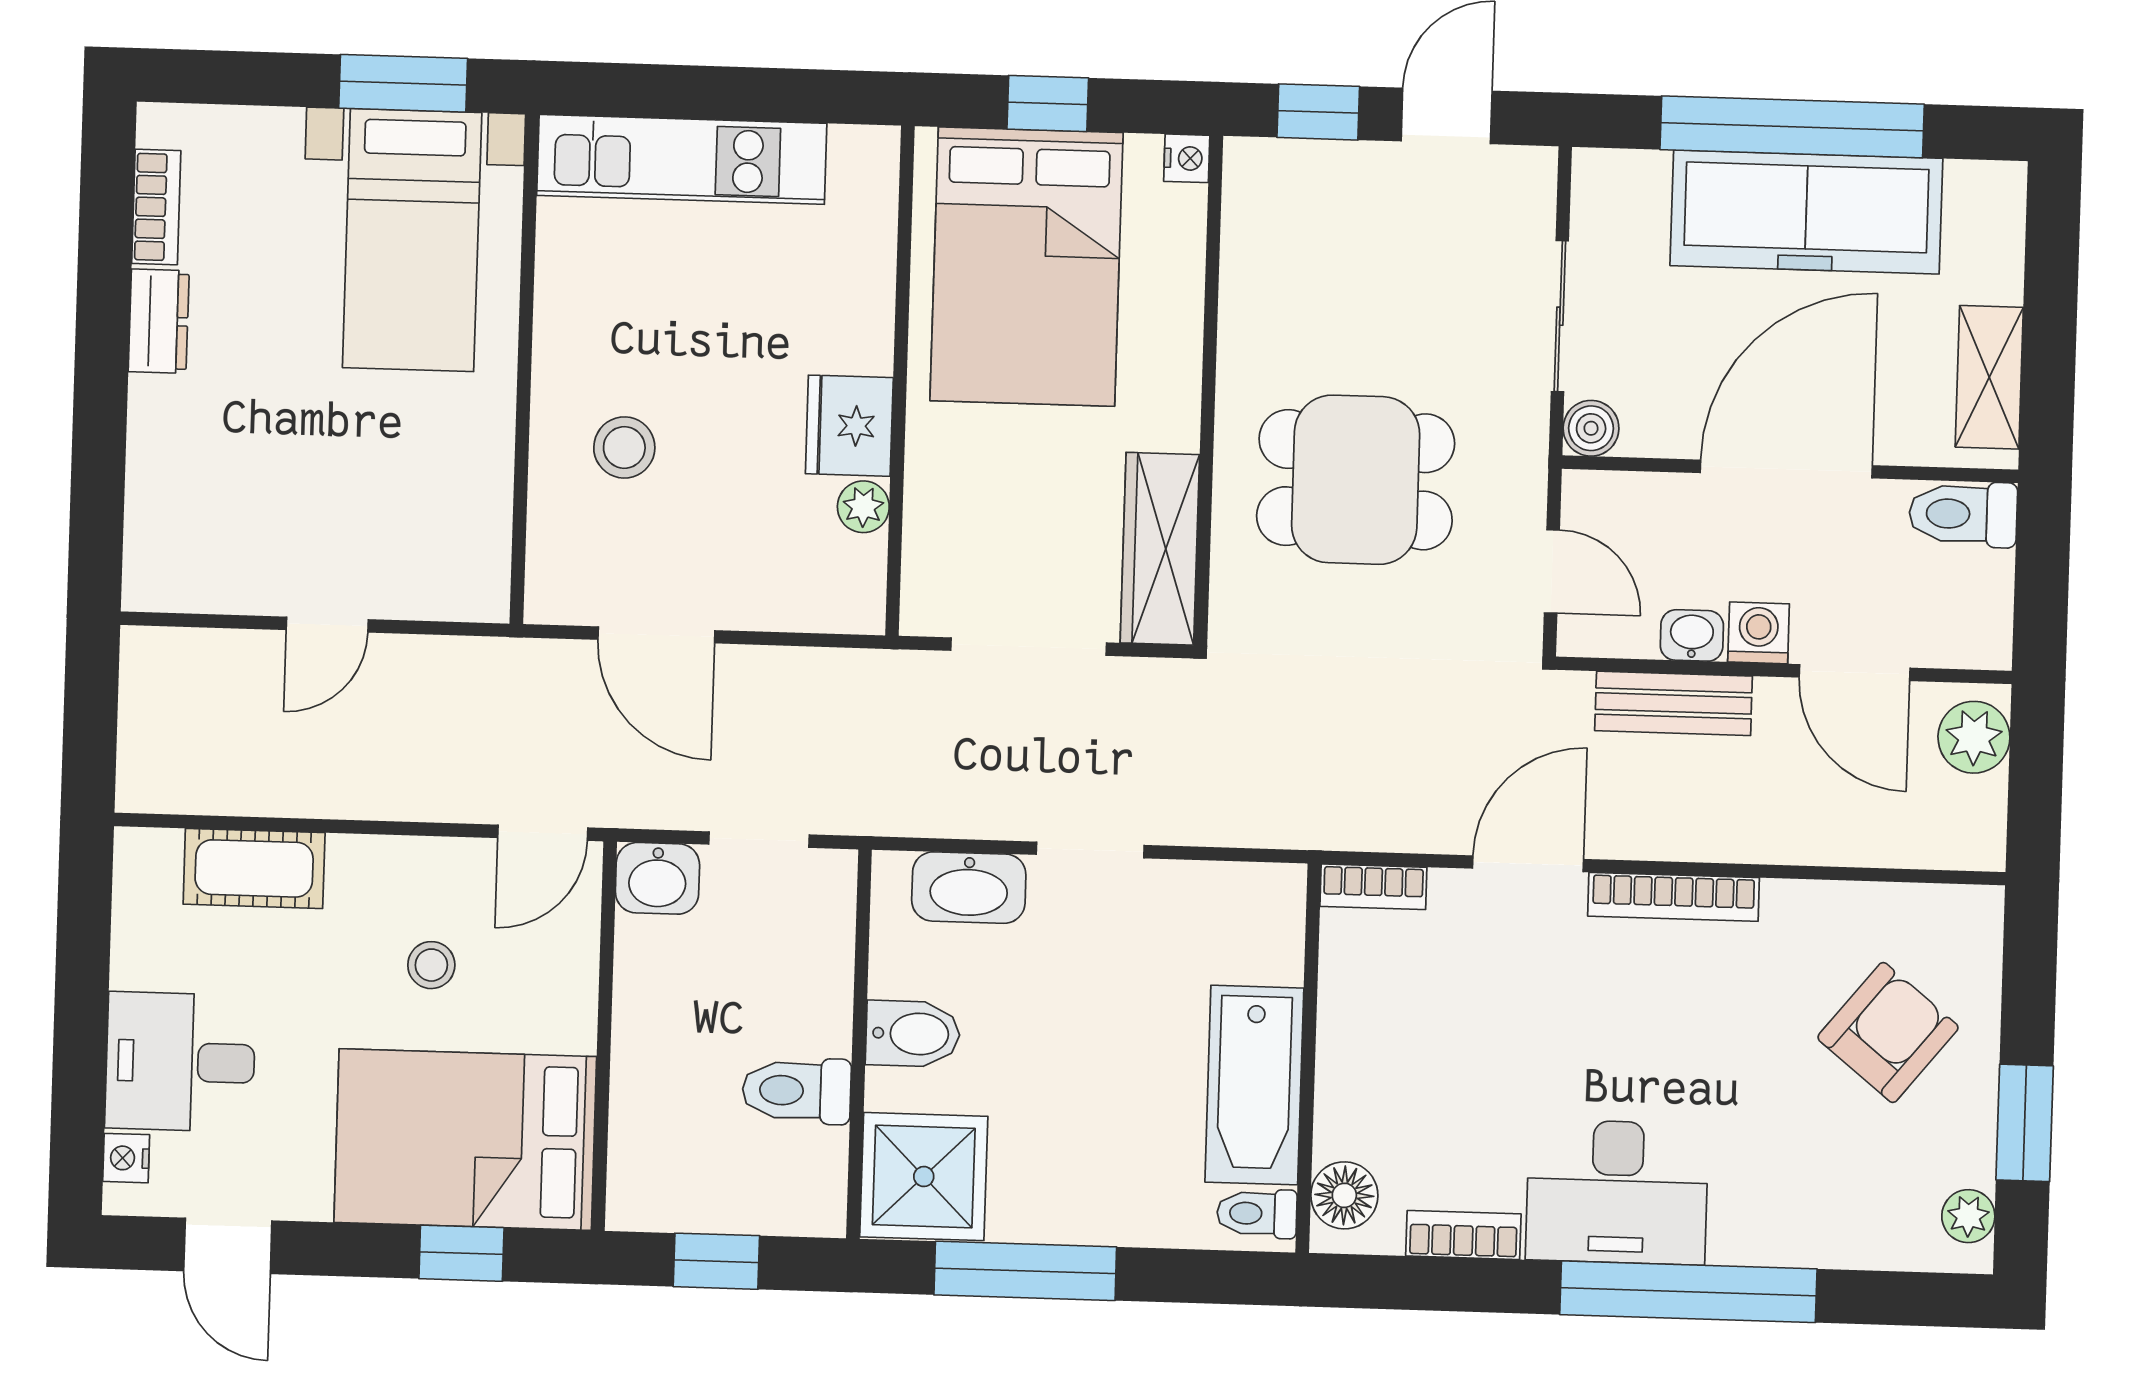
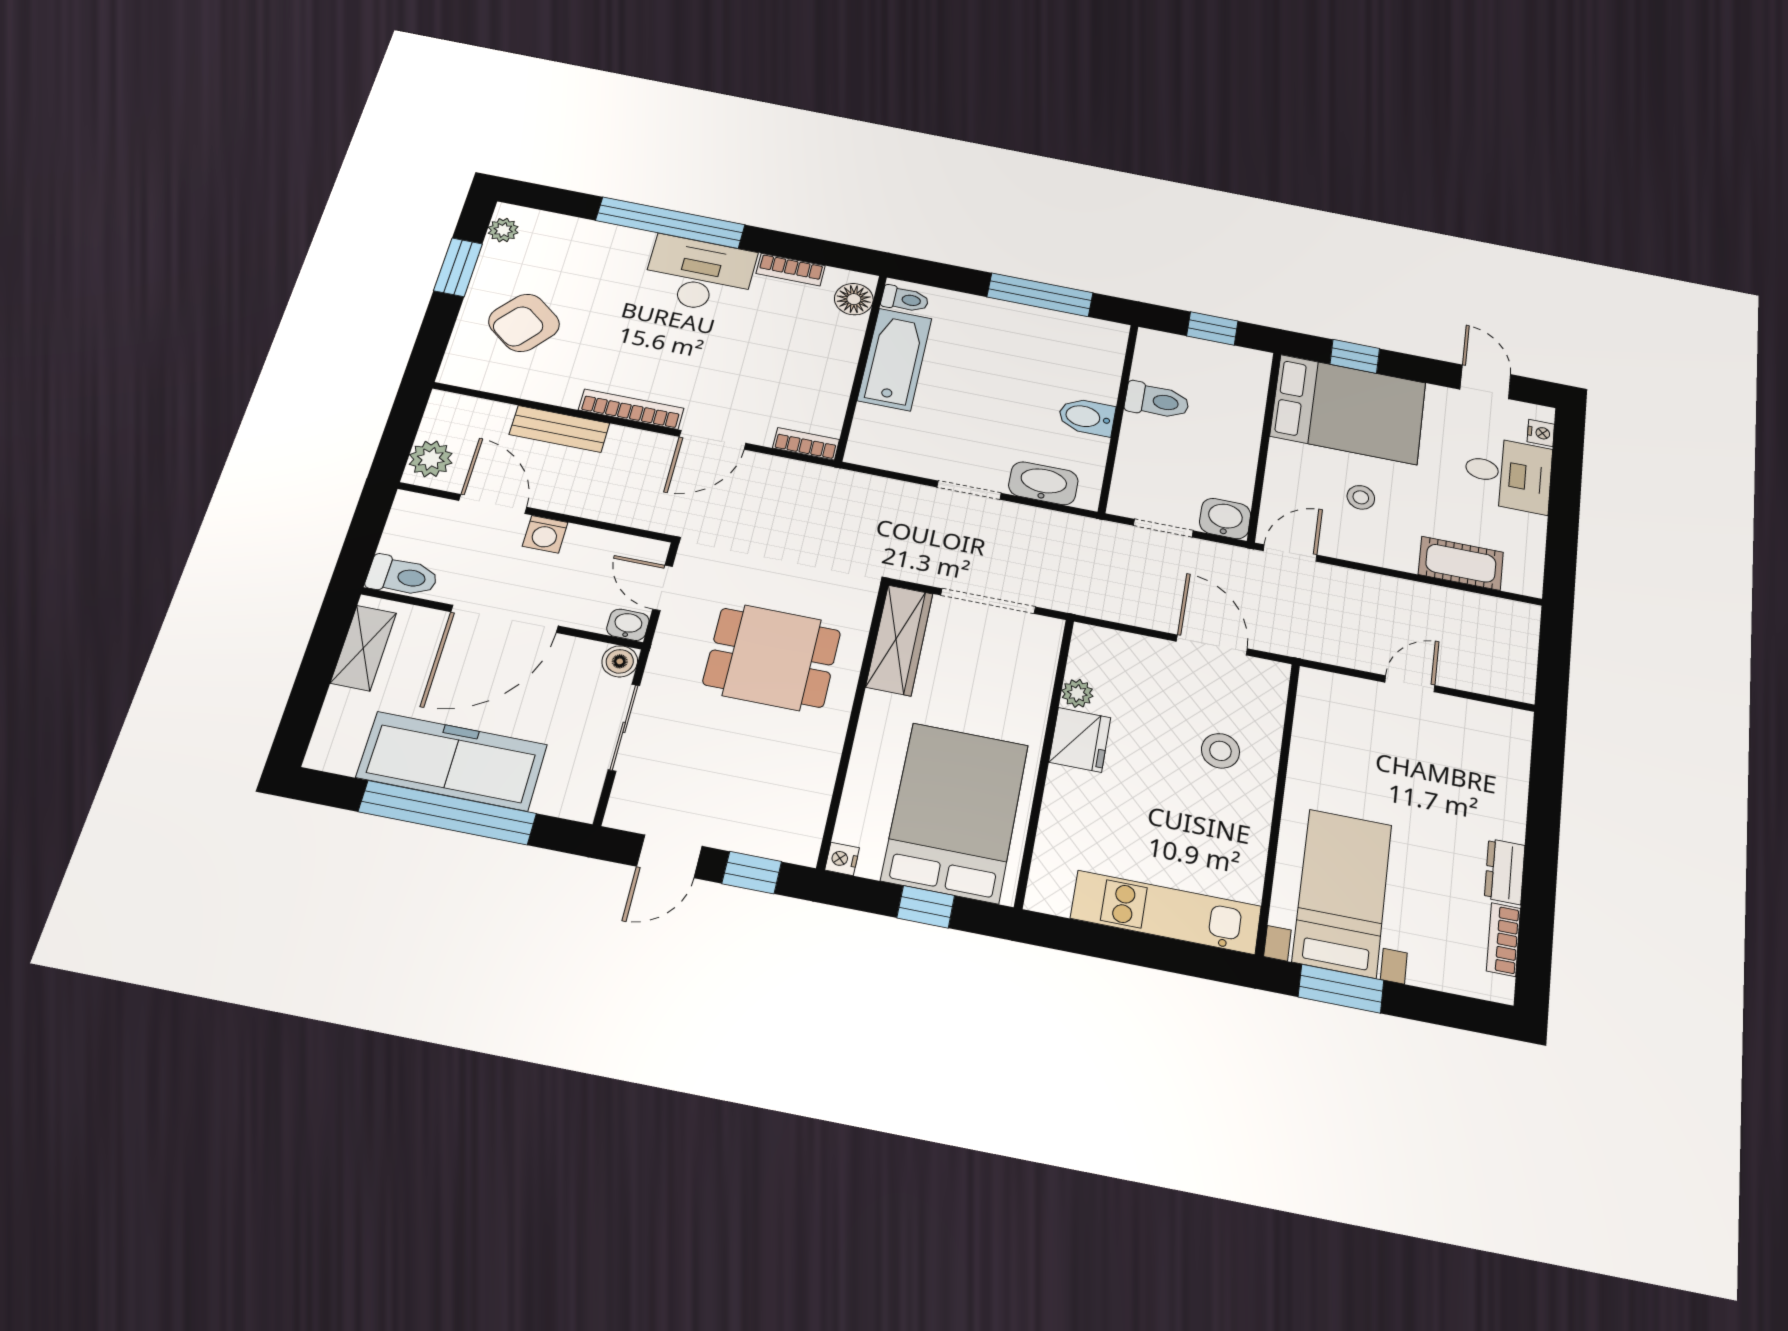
washbasin: (1692, 635) -> (628, 625), moved, turned 180
bench: (1674, 703) -> (560, 429), moved
shower: (924, 1177) -> (1090, 348), removed

